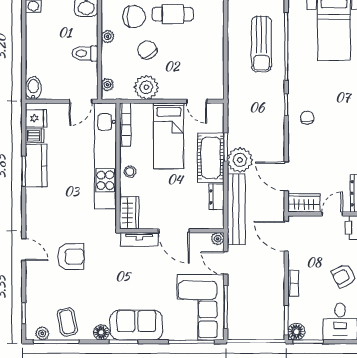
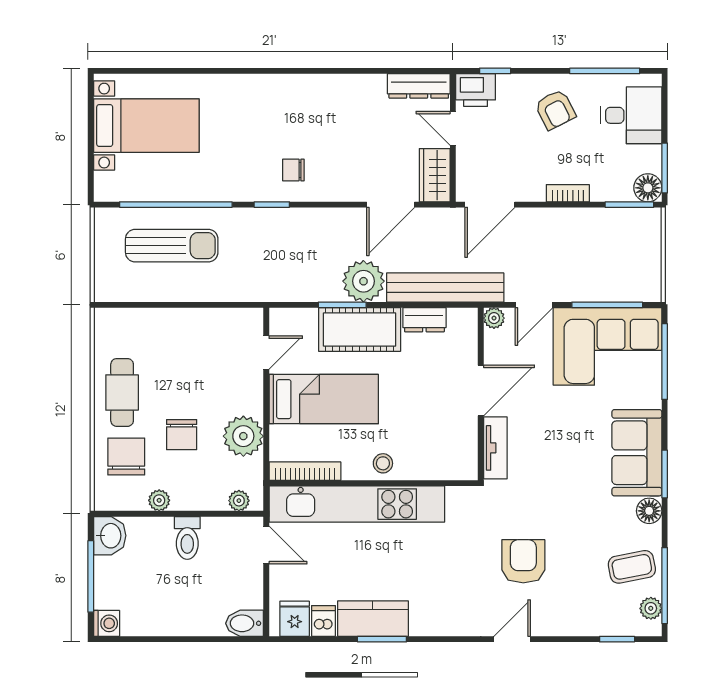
chair: (147, 50) -> (182, 435), turned -54
wardrobe: (129, 213) -> (451, 465), removed

